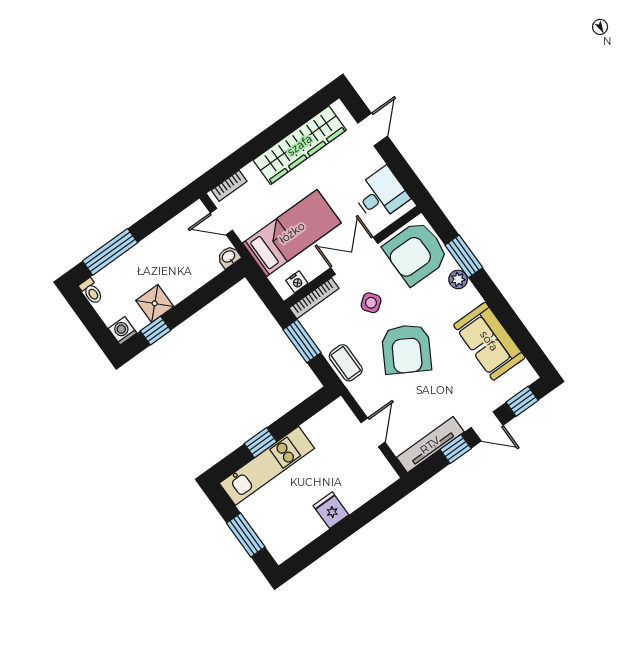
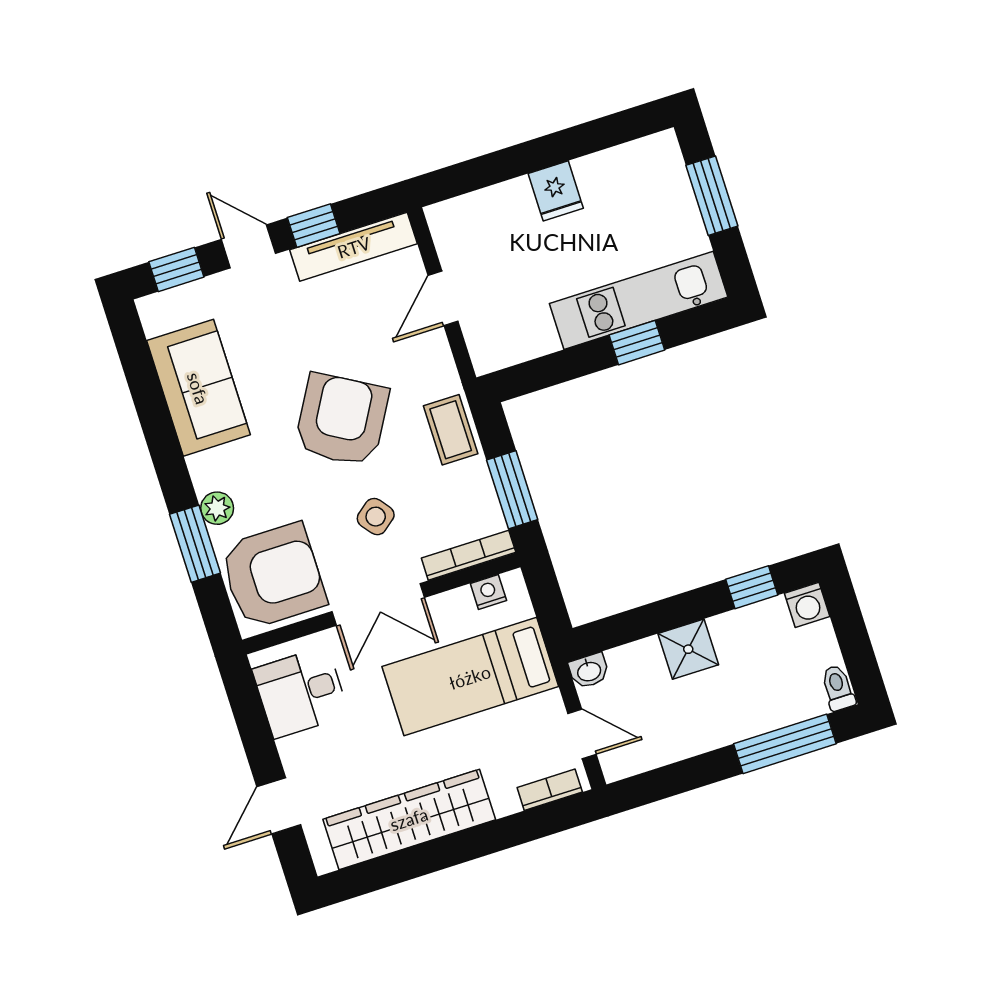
shower: (155, 303) -> (688, 649), moved

